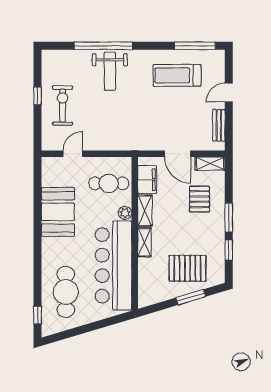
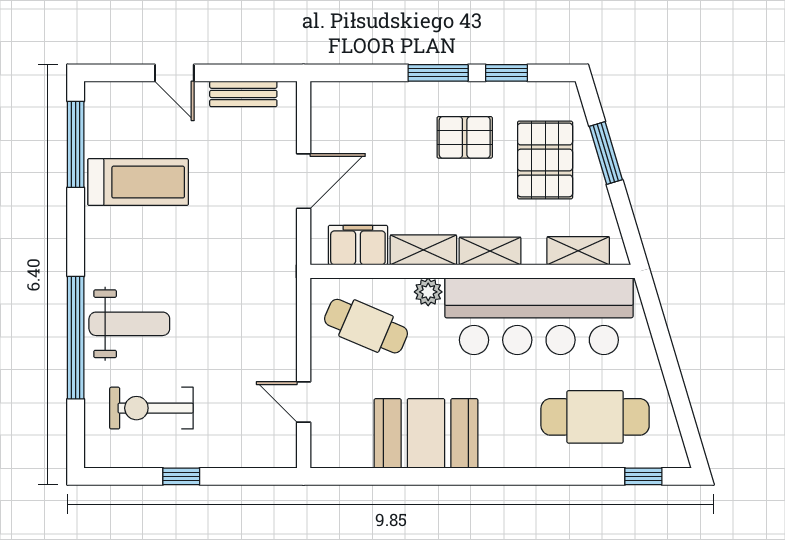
treadmill: (177, 75) -> (138, 182), turned -90
exercise bike: (63, 105) -> (151, 408), moved
shelving: (210, 164) -> (578, 251), moved, turned 90
cafe table: (109, 183) -> (366, 326), turned -67
pallet: (199, 199) -> (465, 137), moved

